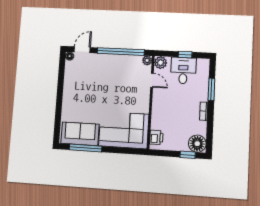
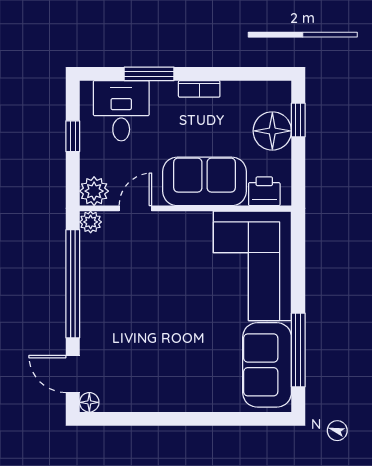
desk: (183, 71) -> (121, 111), moved, turned 90
sofa: (162, 111) -> (205, 181), added
floor lamp: (197, 144) -> (272, 131), moved

